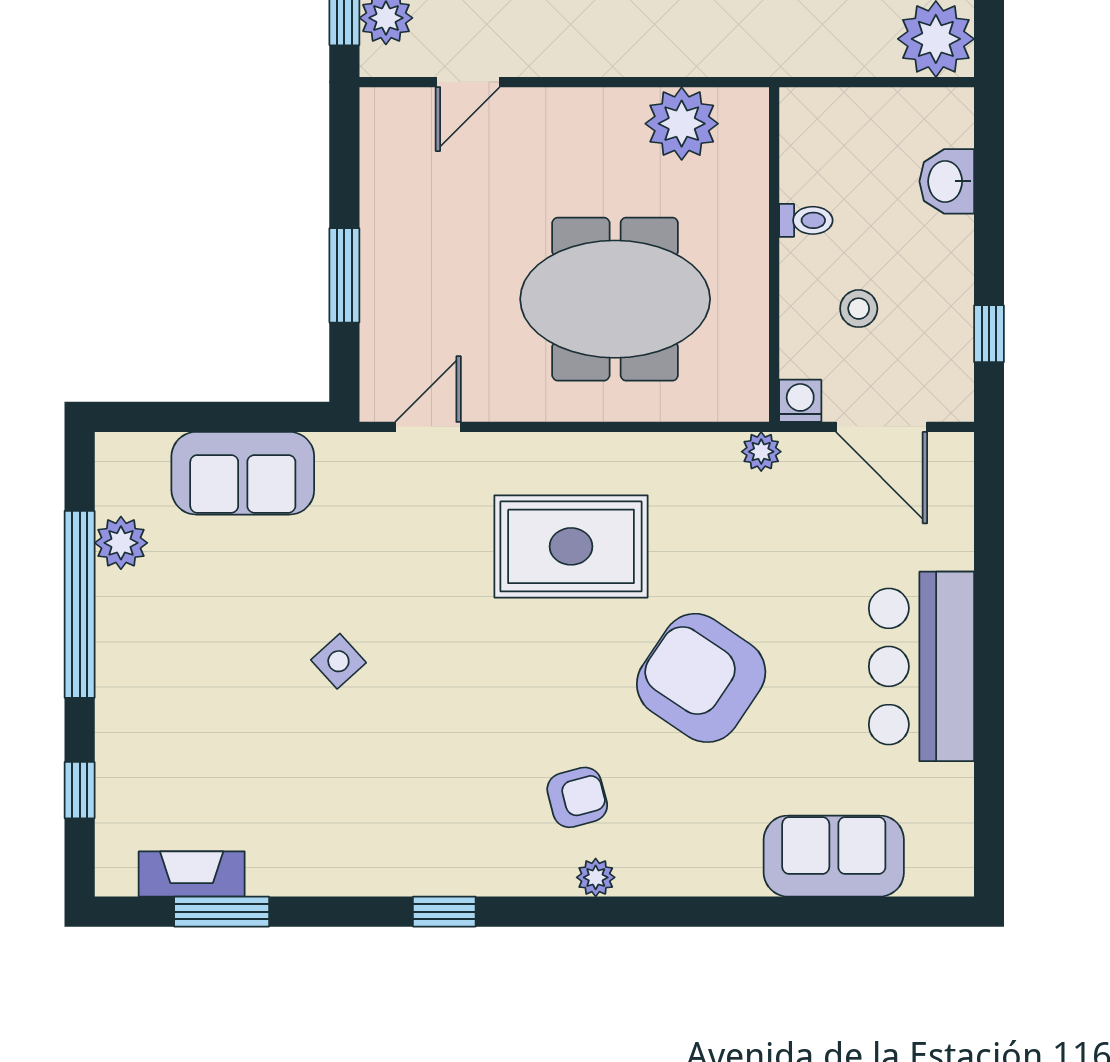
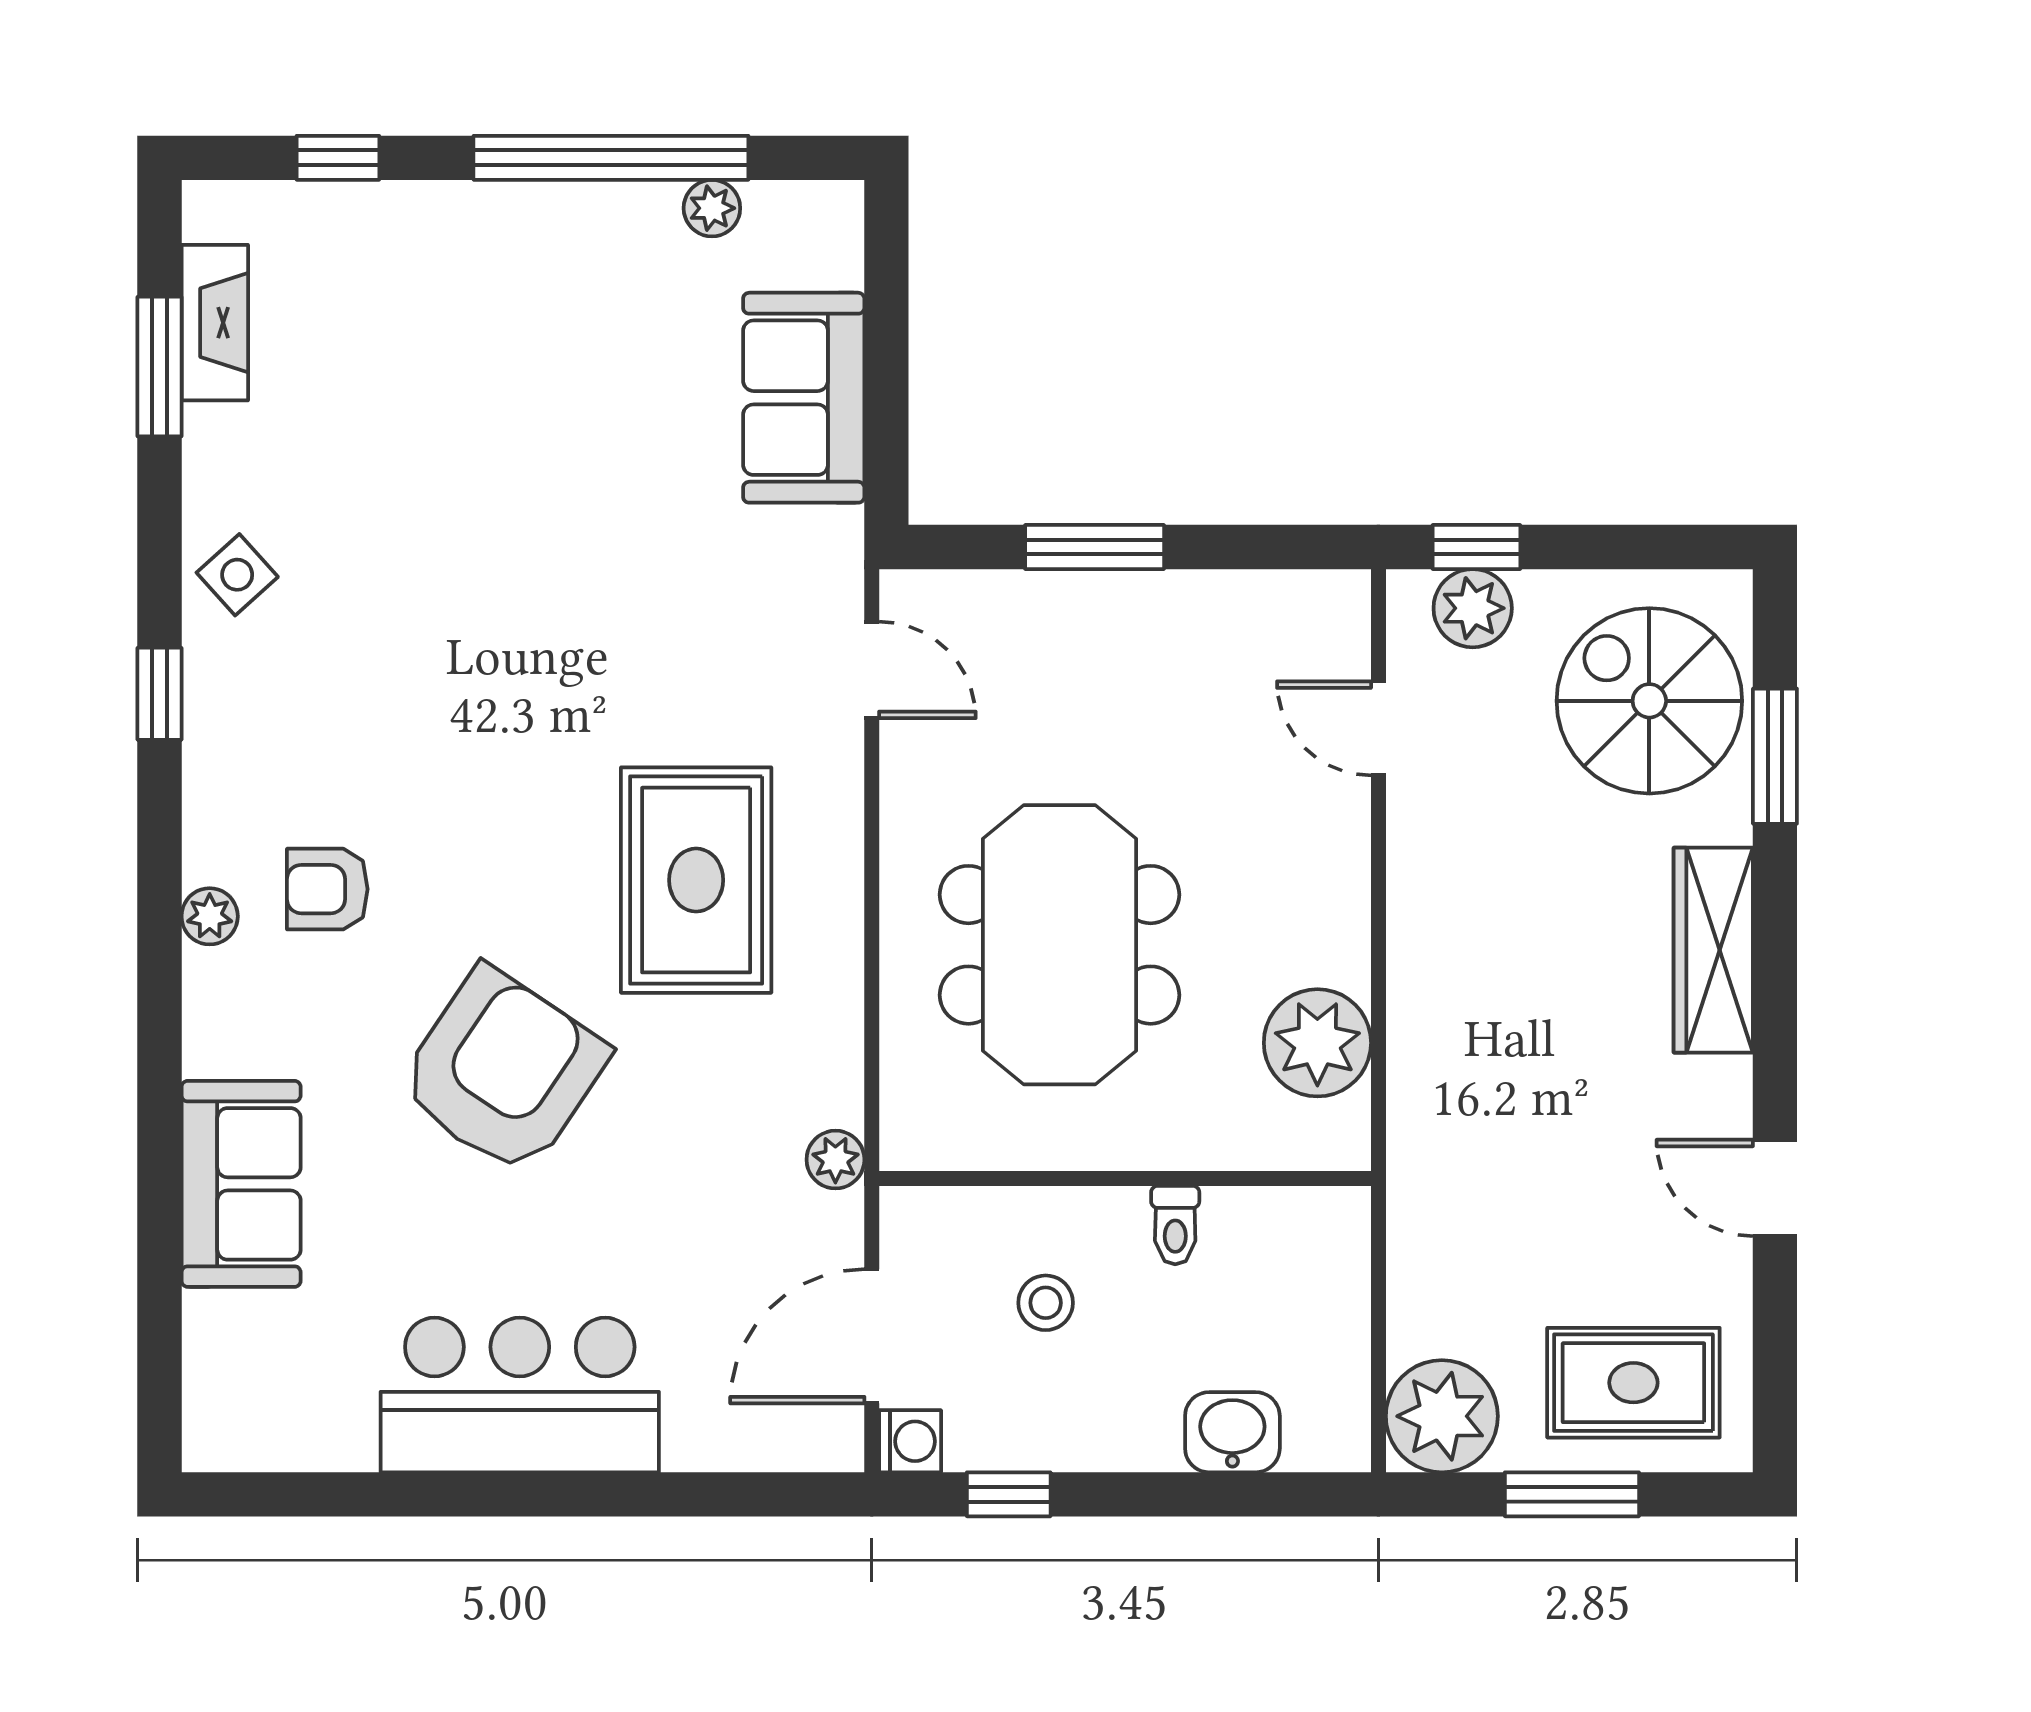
washing machine: (800, 401) -> (910, 1441), moved
plant: (121, 543) -> (712, 208), width x0.73, depth x0.73
side table: (338, 661) -> (237, 575), moved
armchair: (577, 797) -> (327, 889), turned 105
sofa: (834, 856) -> (241, 1184), moved

